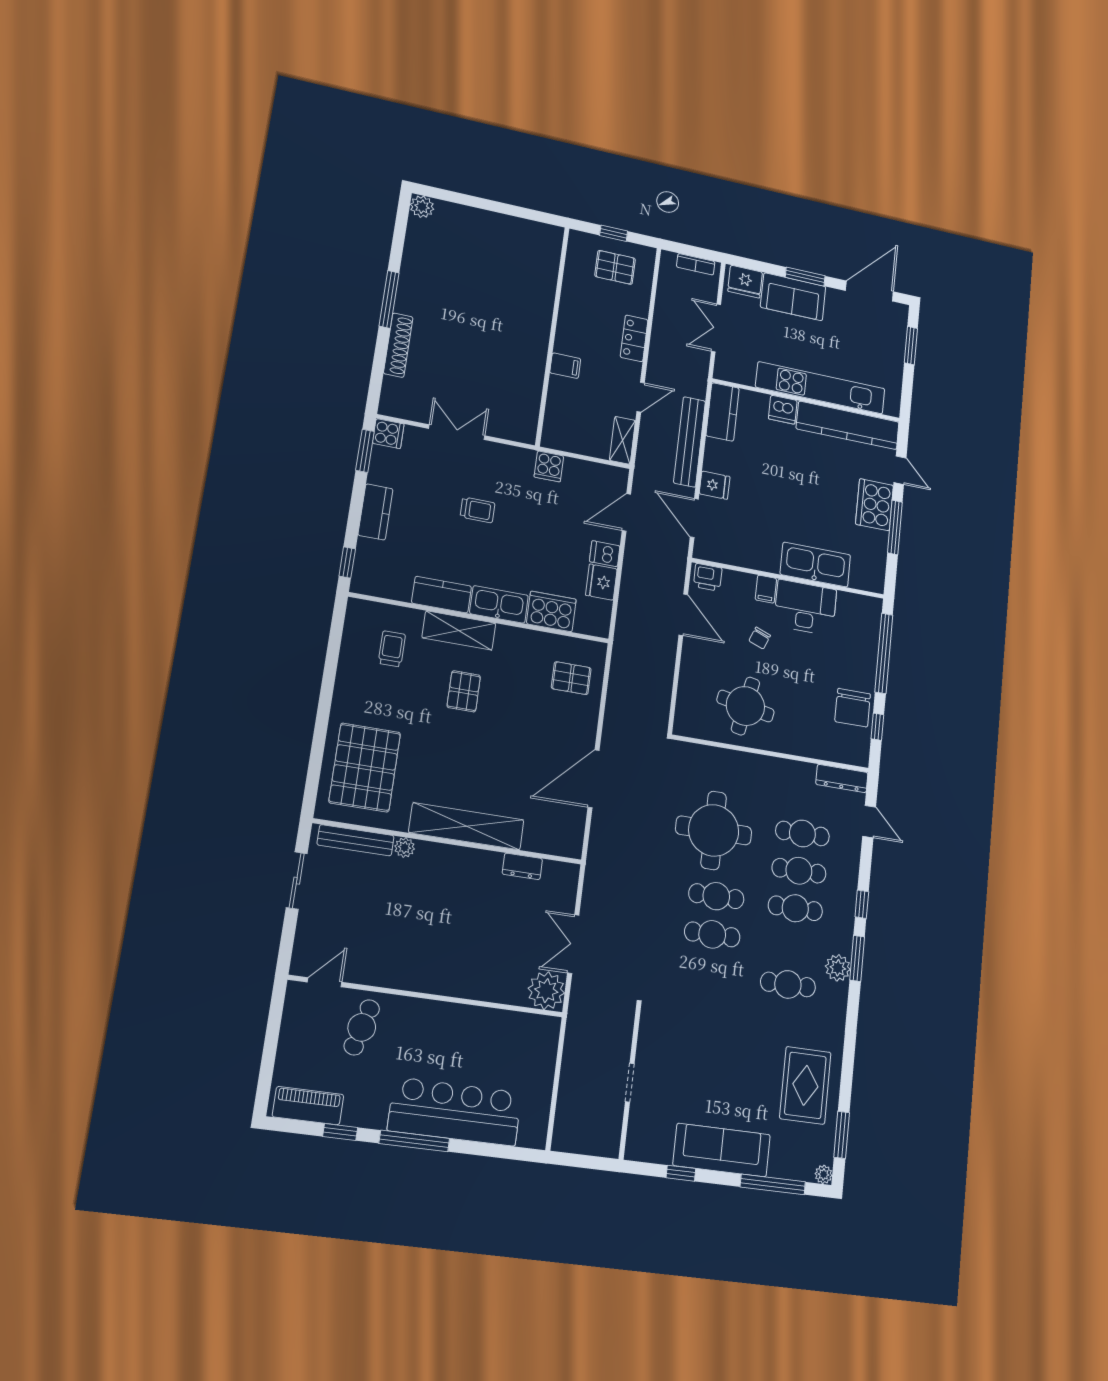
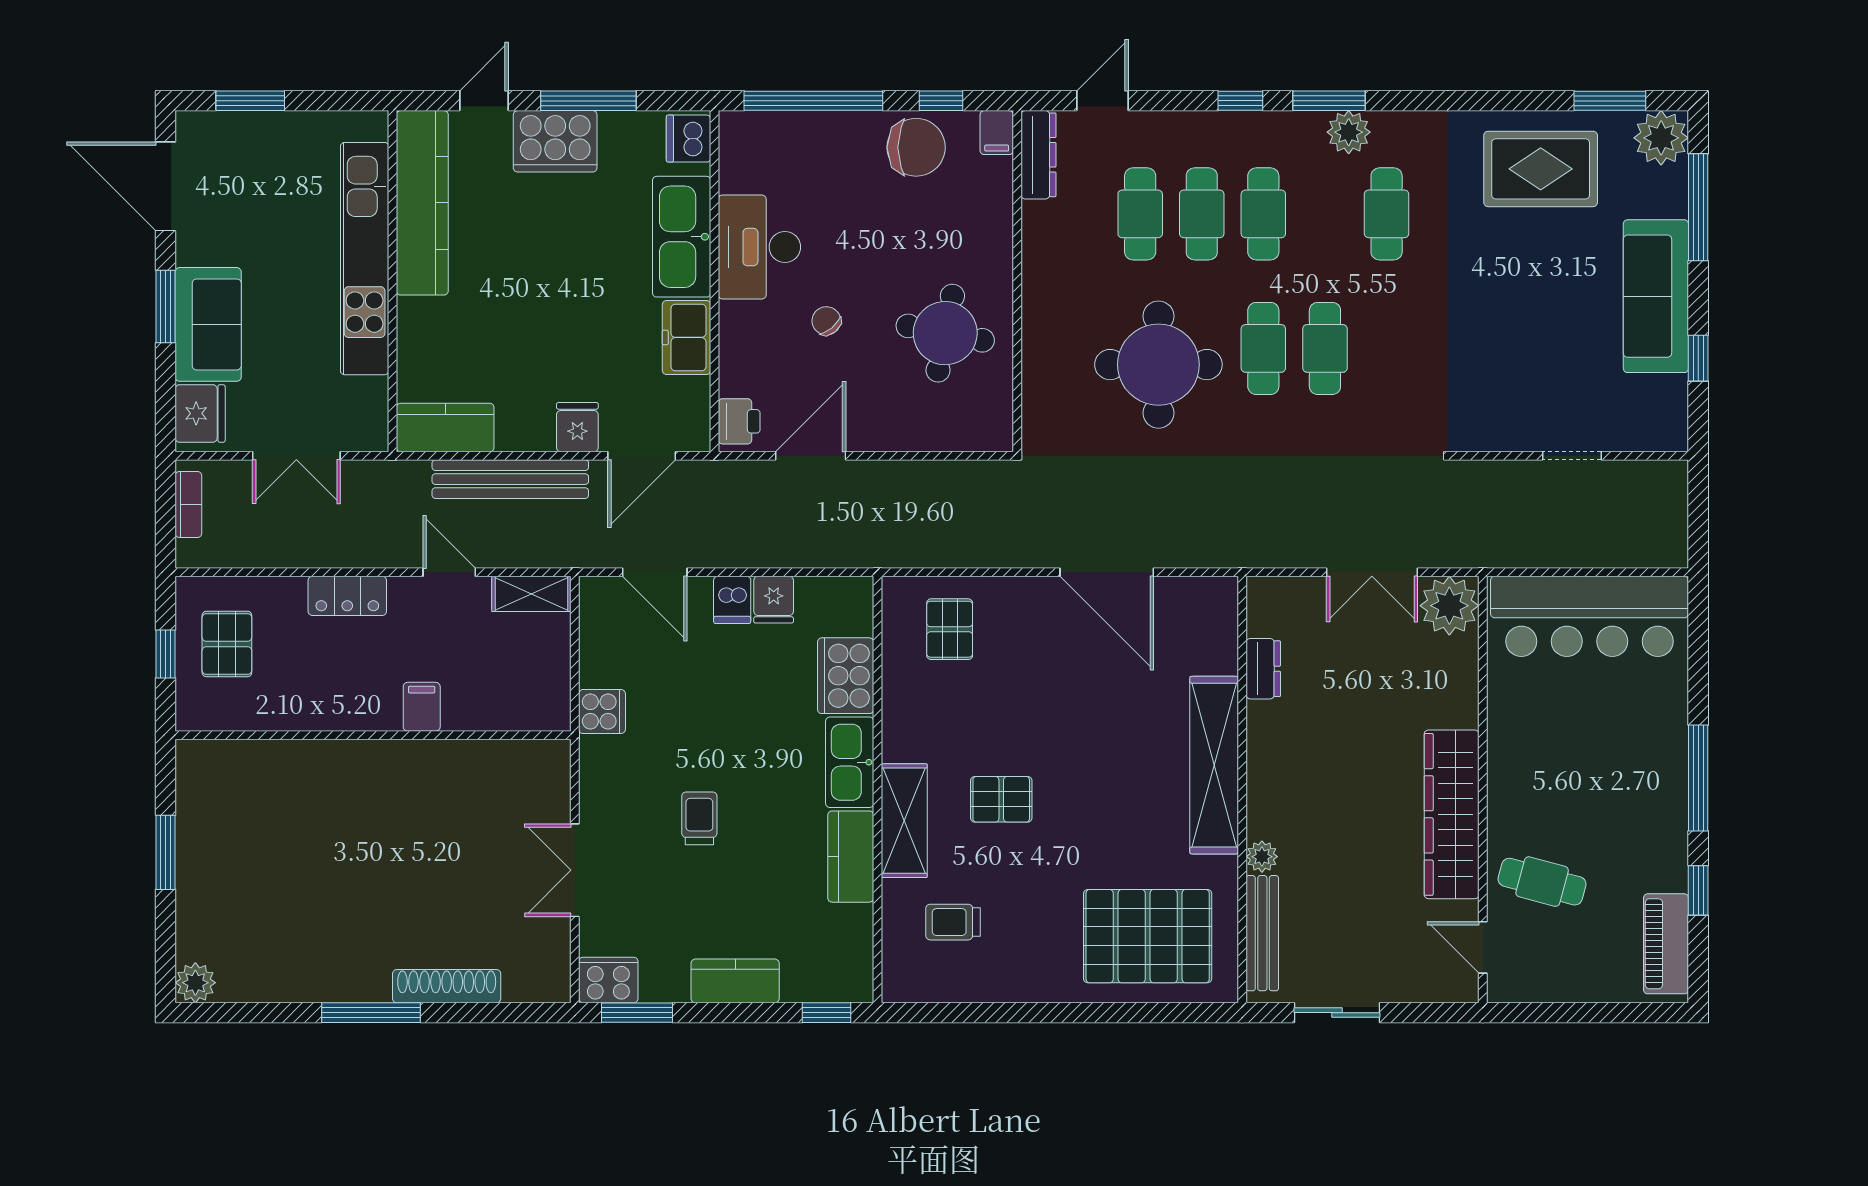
window: (500, 208) -> (166, 852), added
dishwasher: (783, 410) -> (689, 139), moved, turned 180
cooker: (388, 434) -> (608, 980), width x1.36
freezer: (759, 556) -> (687, 337), added
fridge: (601, 582) -> (774, 600), width x0.72
filing cabinet: (766, 589) -> (997, 133), moved, turned 90
chair: (760, 638) -> (826, 321), turned -151
wardrobe: (414, 974) -> (1452, 814), added
bar counter: (455, 1112) -> (1590, 616), moved, turned -90
plant: (824, 1174) -> (1661, 138), width x1.87, depth x1.87

